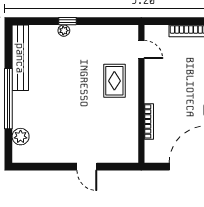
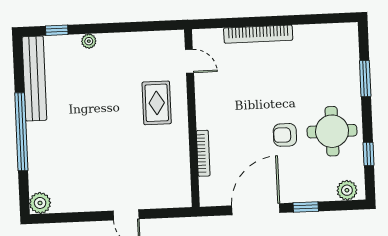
window: (68, 21) -> (57, 30), moved
plant: (21, 137) -> (40, 203), moved

